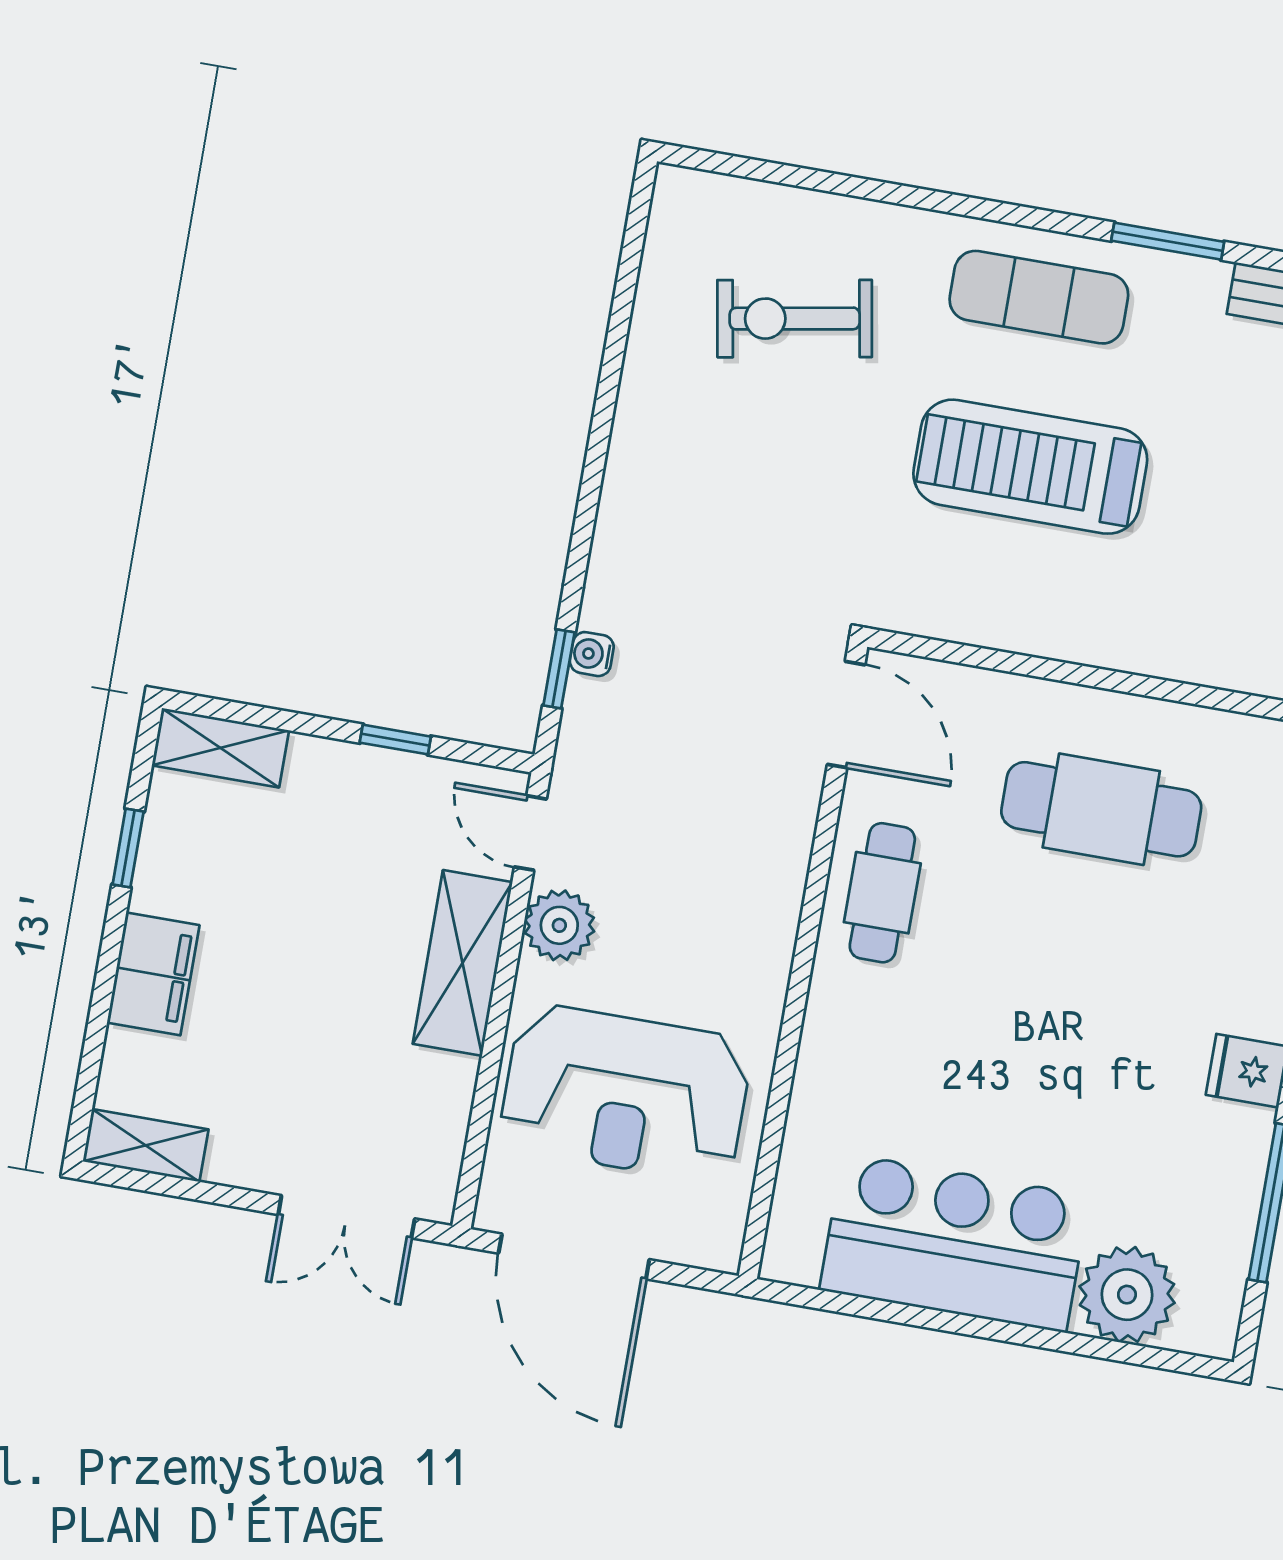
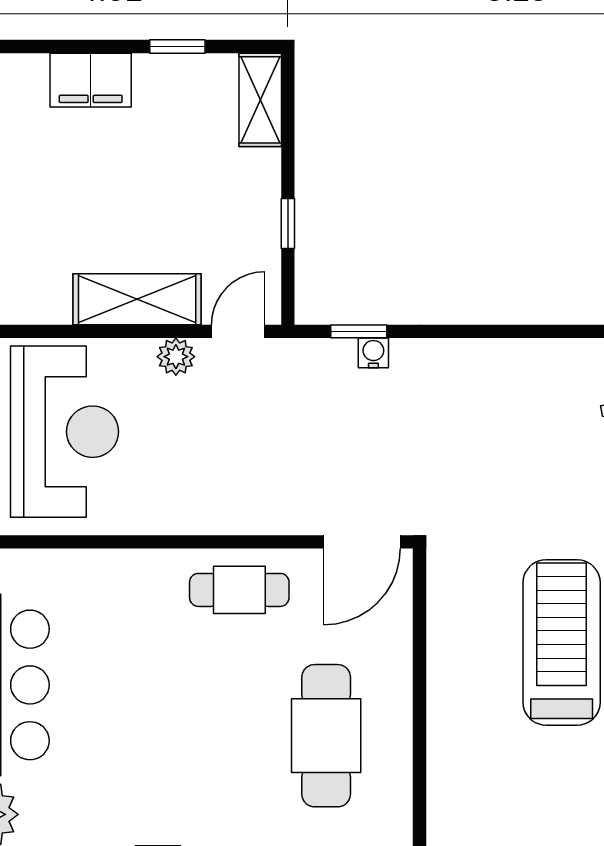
plant: (559, 925) -> (176, 357), width x0.73, depth x0.73
reception desk: (625, 1093) -> (65, 432), turned 180

